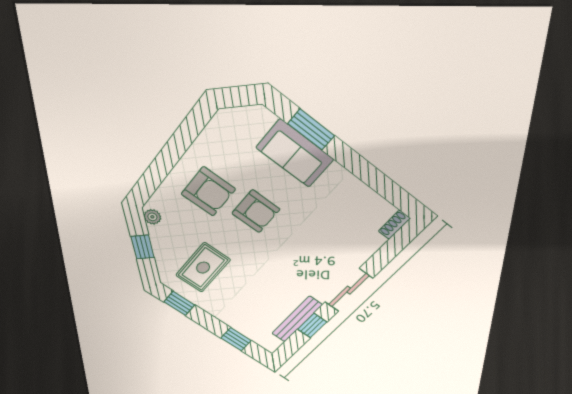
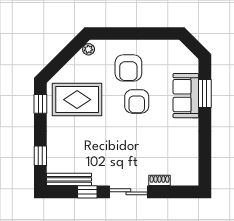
shoe rack: (394, 225) -> (159, 180), moved
window: (142, 247) -> (64, 57), removed
rug: (203, 268) -> (77, 100), width x1.36, depth x1.43
bench: (297, 319) -> (69, 179), moved

